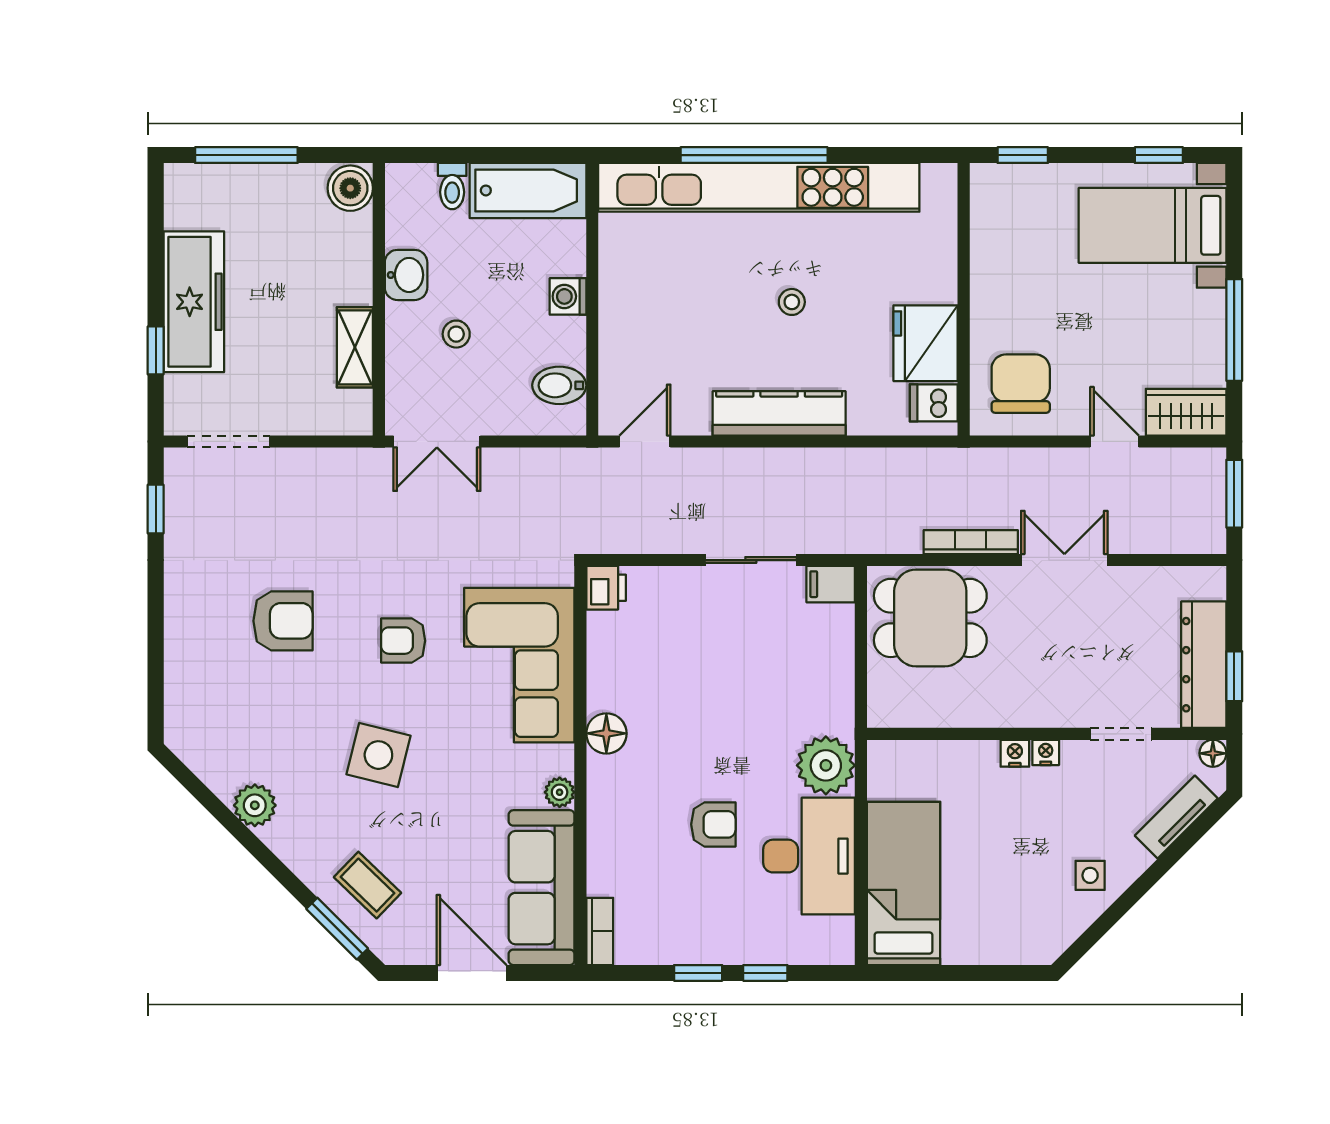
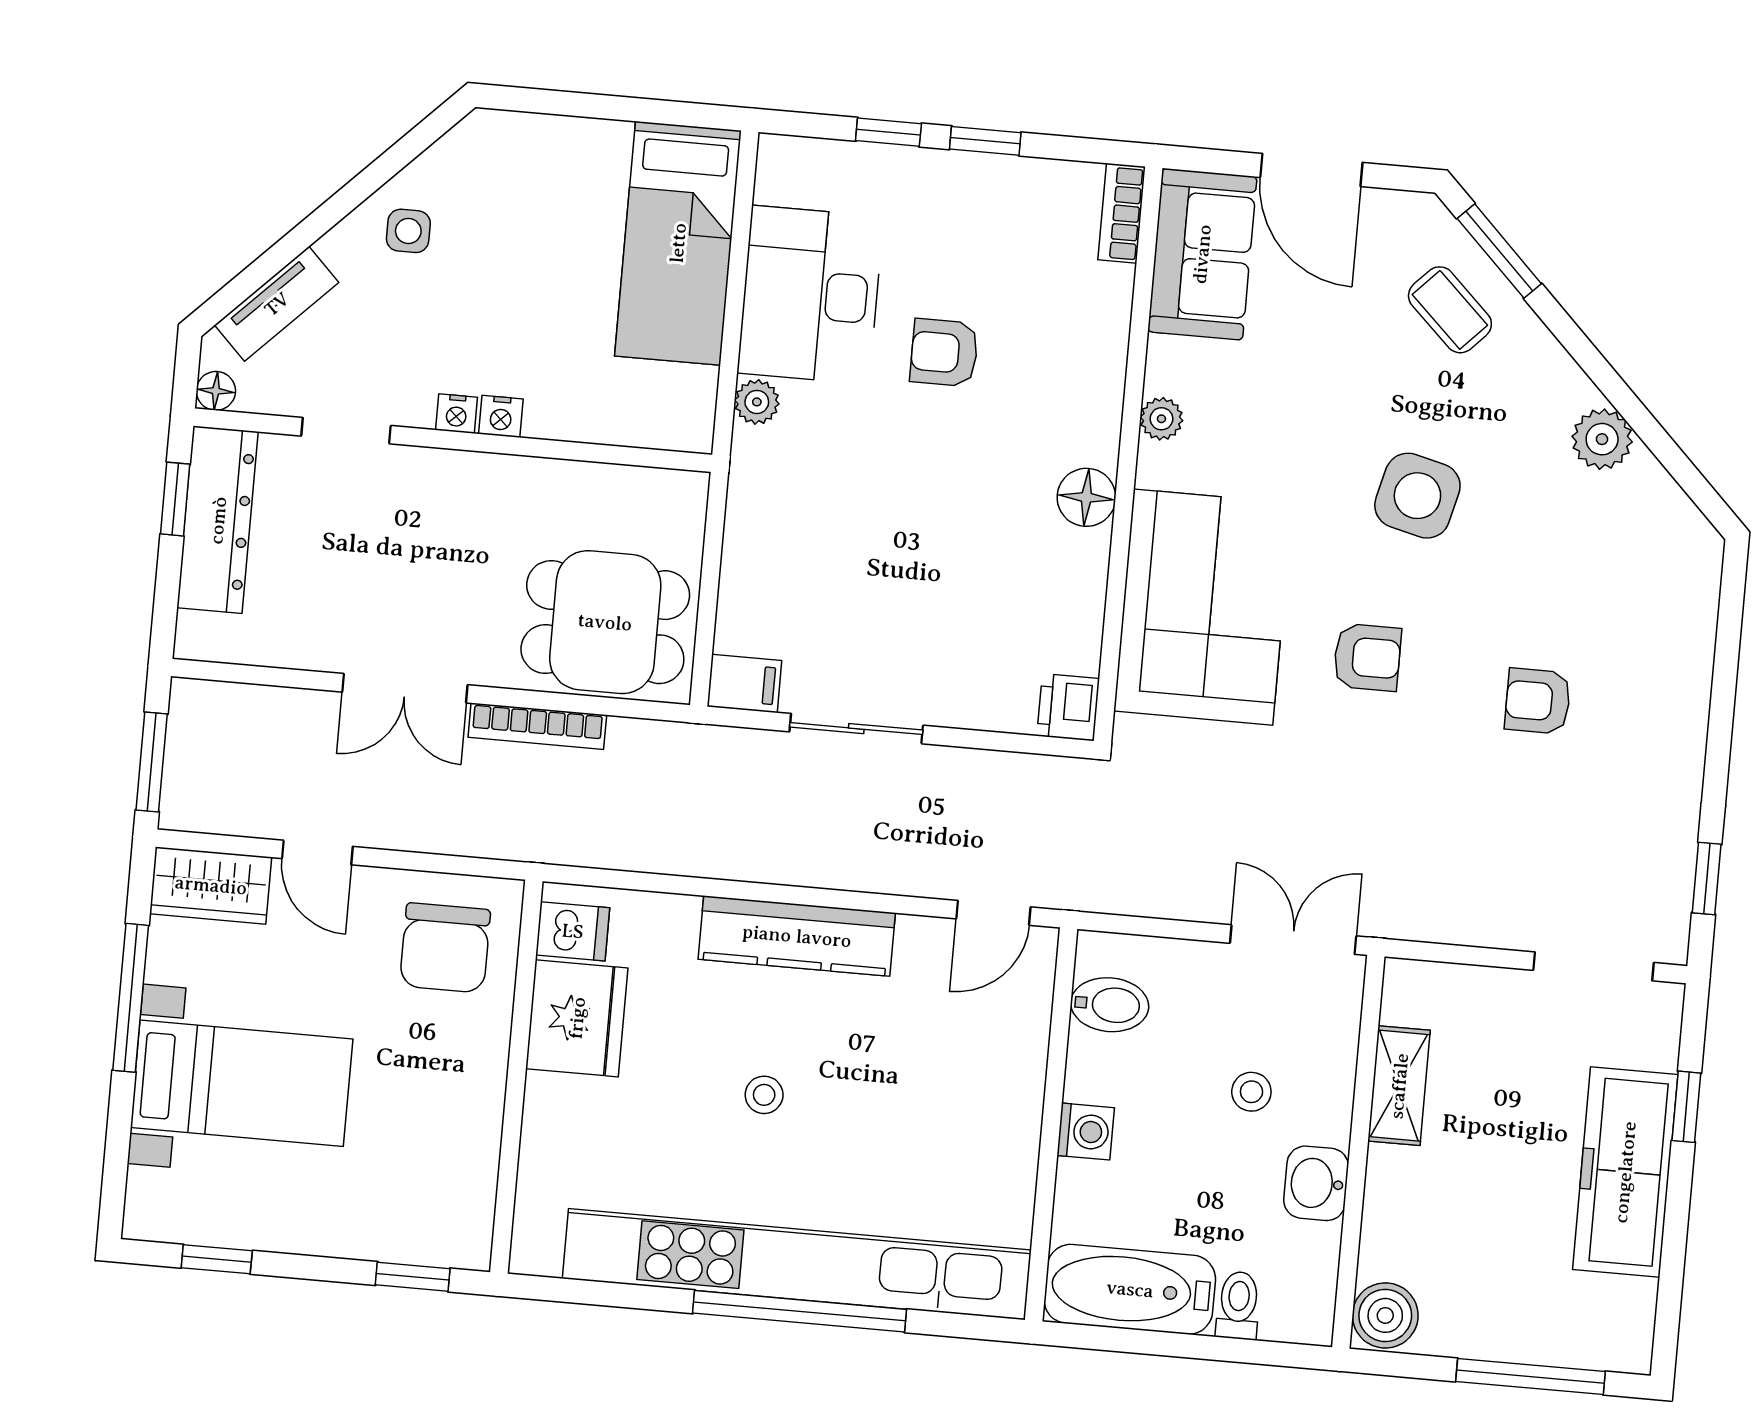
bed with nightstands: (1152, 225) -> (242, 1083), moved
armchair: (283, 621) -> (1538, 701), width x0.72, depth x0.72
plant: (826, 765) -> (757, 402), width x0.53, depth x0.53
sofa: (542, 888) -> (1202, 254), width x0.73

